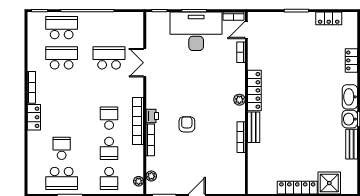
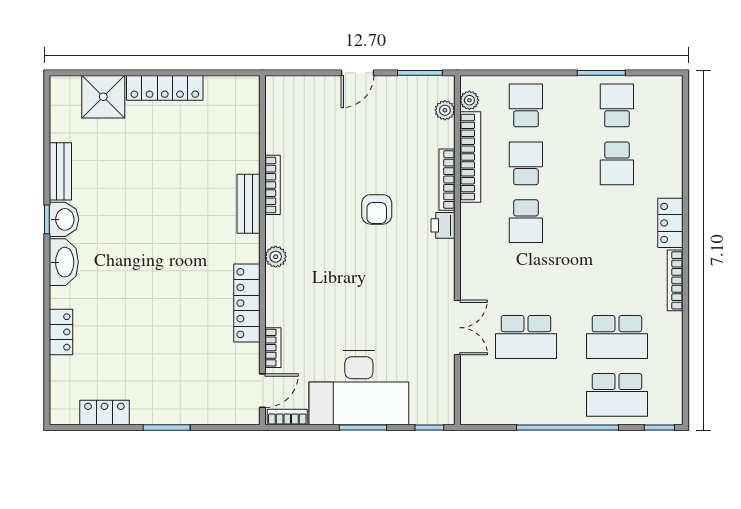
locker: (254, 90) -> (247, 303), moved
bookcase: (138, 121) -> (470, 157), moved
school desk: (62, 178) -> (617, 105), width x0.54

